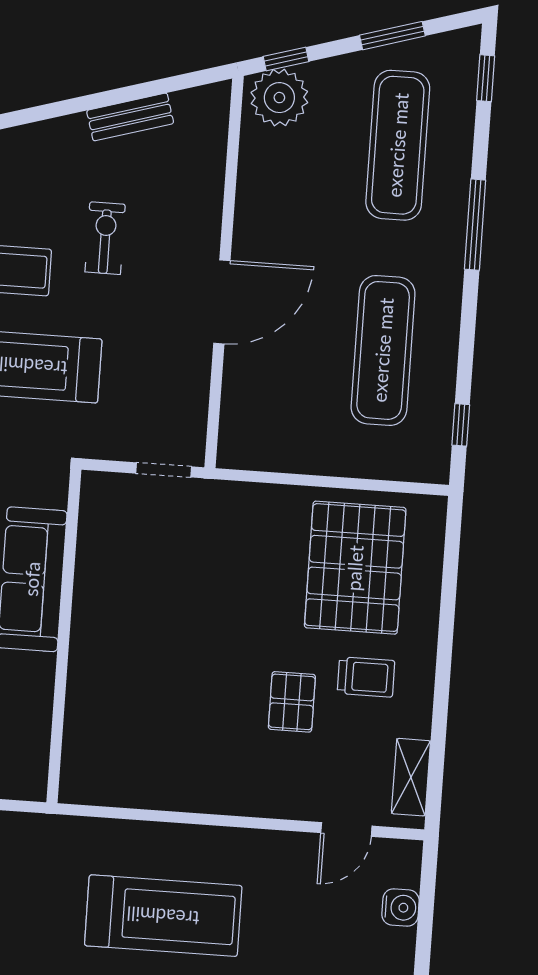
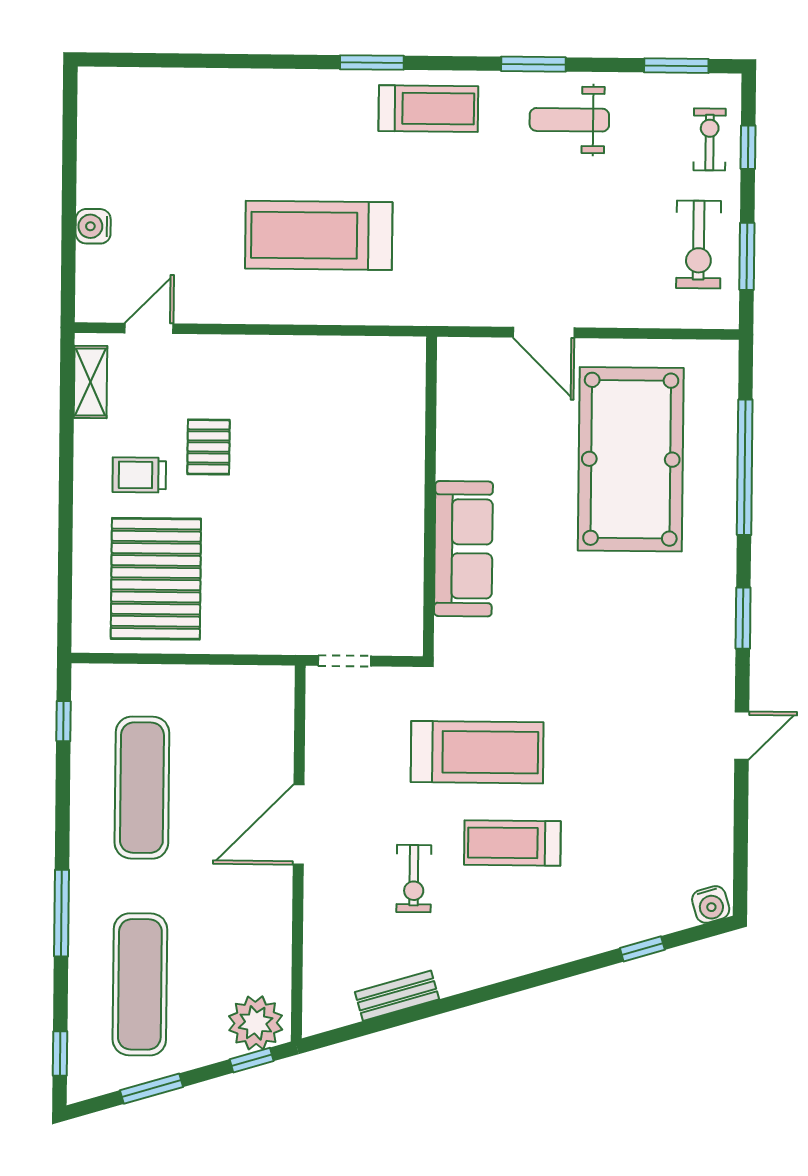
water cooler: (400, 907) -> (93, 226), moved

